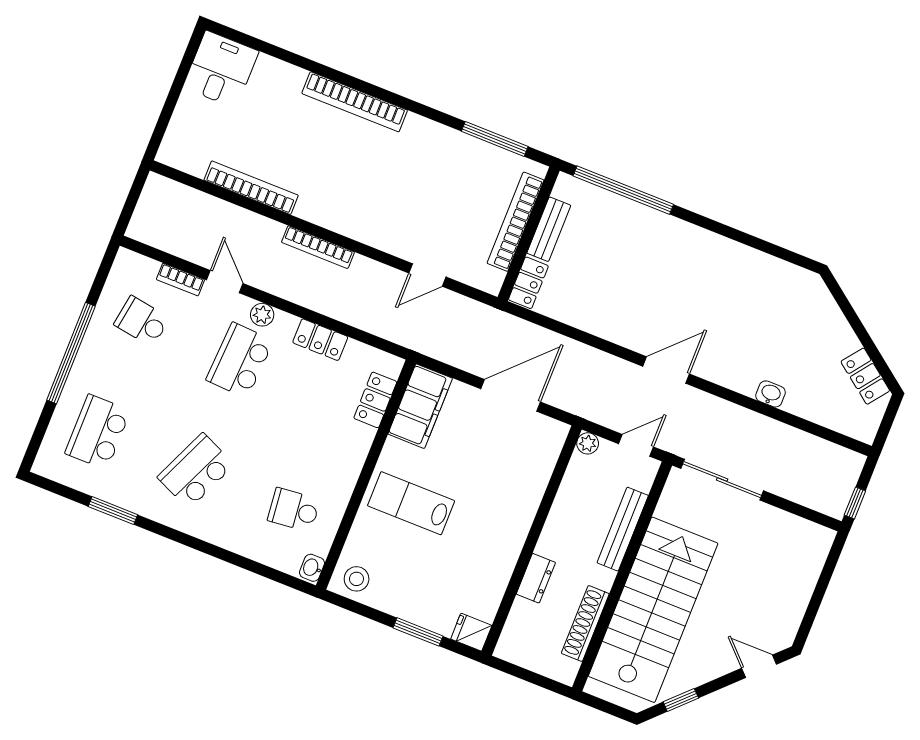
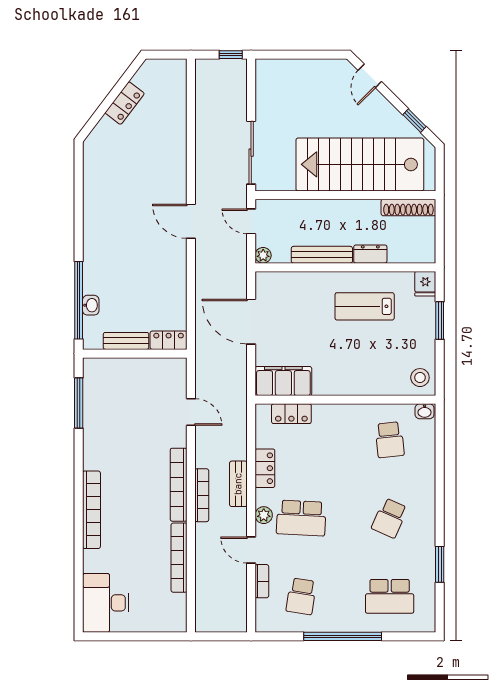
desk: (221, 69) -> (106, 603), width x1.37
bookcase: (516, 222) -> (179, 485), moved, turned 90
door: (225, 282) -> (251, 550), hinge flipped
bench: (314, 299) -> (238, 484), added
locker: (865, 376) -> (125, 103), moved
washbasin: (771, 394) -> (91, 305), moved, turned 180
school desk: (196, 471) -> (390, 518), width x0.54
lab bench: (411, 503) -> (365, 306), moved, turned 90
bench: (623, 529) -> (322, 255), moved
shoe rack: (585, 623) -> (408, 207), moved

